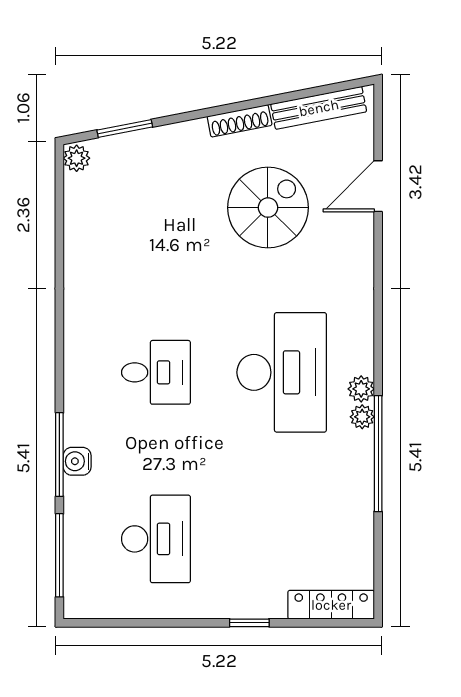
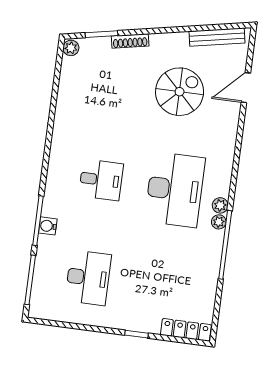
shoe rack: (240, 121) -> (130, 41), moved

